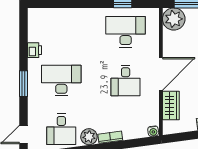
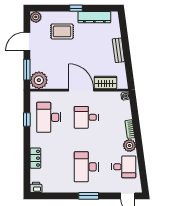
locker: (73, 14) -> (35, 158), added
printer: (35, 50) -> (36, 187), moved
desk: (126, 81) -> (86, 117), turned 180

